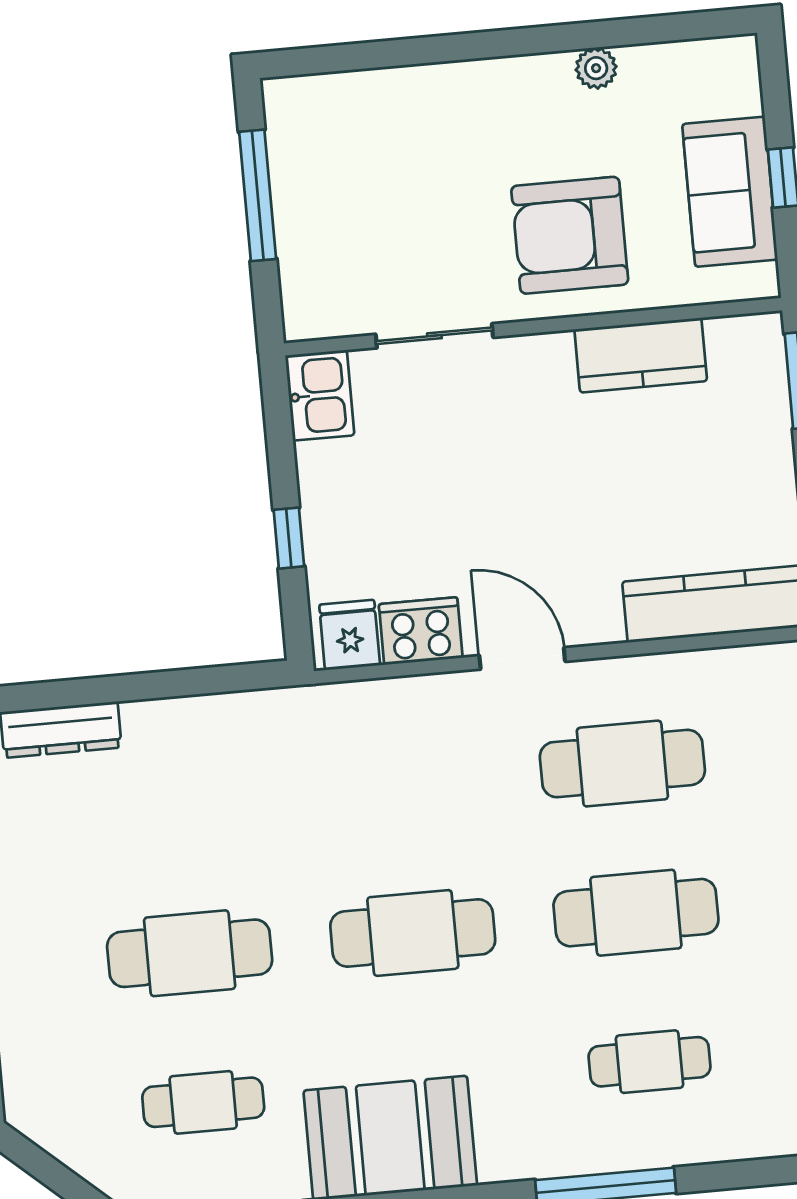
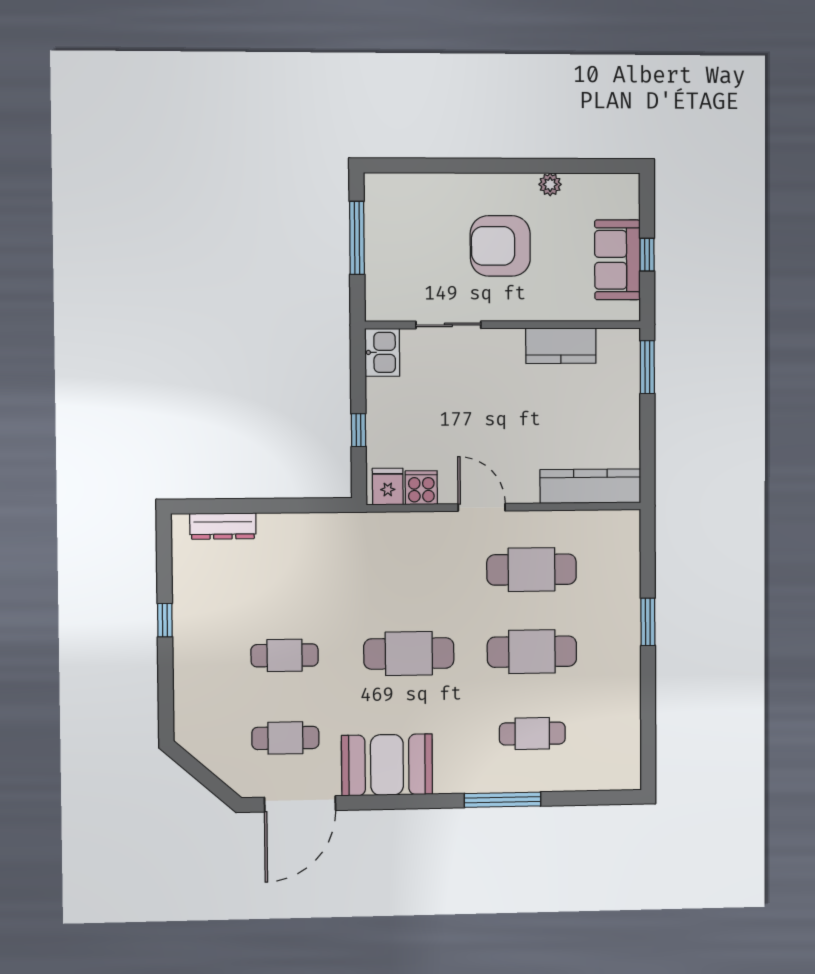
armchair: (570, 235) -> (500, 246), moved
cooker: (421, 631) -> (421, 488), width x0.73
cafe table: (190, 953) -> (285, 655), width x0.73, depth x0.74

